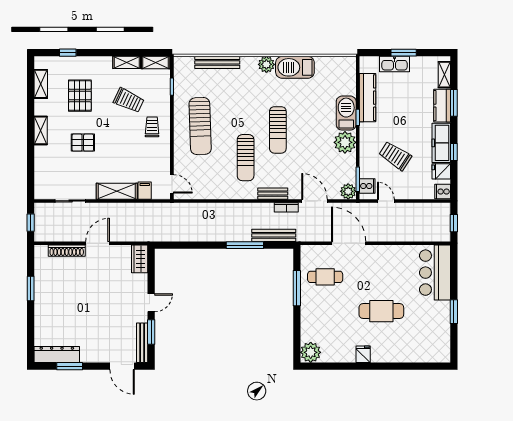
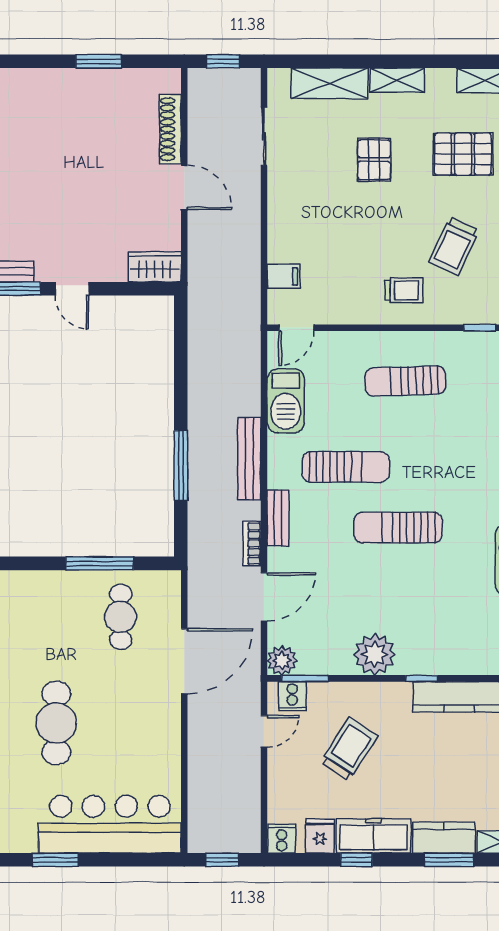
barbecue: (346, 113) -> (286, 401), moved, turned 90
sun lounger: (200, 126) -> (405, 381), width x0.73, depth x0.75
sun lounger: (246, 158) -> (346, 467), turned 180
shelving: (117, 191) -> (330, 83), moved, turned 90
bench: (274, 235) -> (249, 459), moved
bar counter: (435, 273) -> (110, 824), width x1.36

